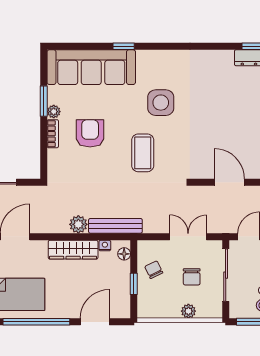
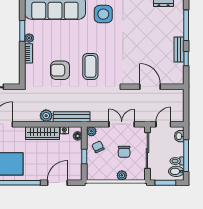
side table: (161, 103) -> (103, 14), moved
armchair: (90, 133) -> (60, 70), moved, turned -90
plant: (144, 247) -> (91, 131), added

